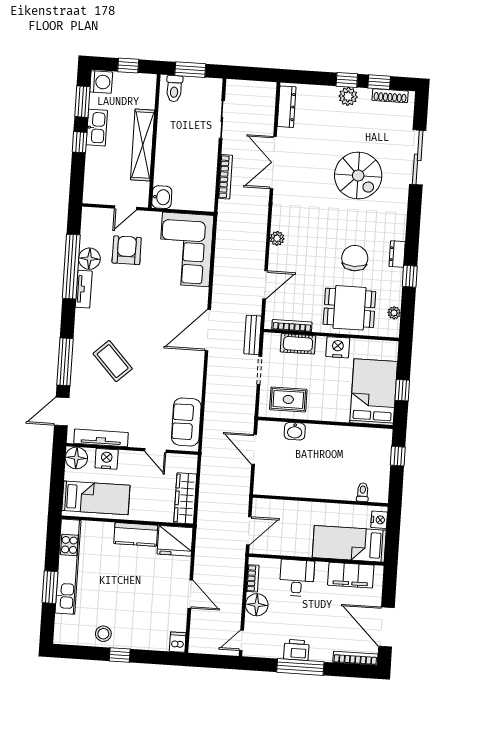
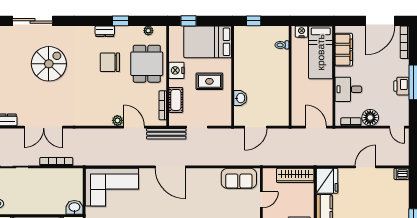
plant: (277, 238) -> (117, 120), moved
bench: (253, 335) -> (166, 134), width x1.36
window: (402, 390) -> (188, 21), moved
rug: (288, 399) -> (209, 81), moved, turned 90

